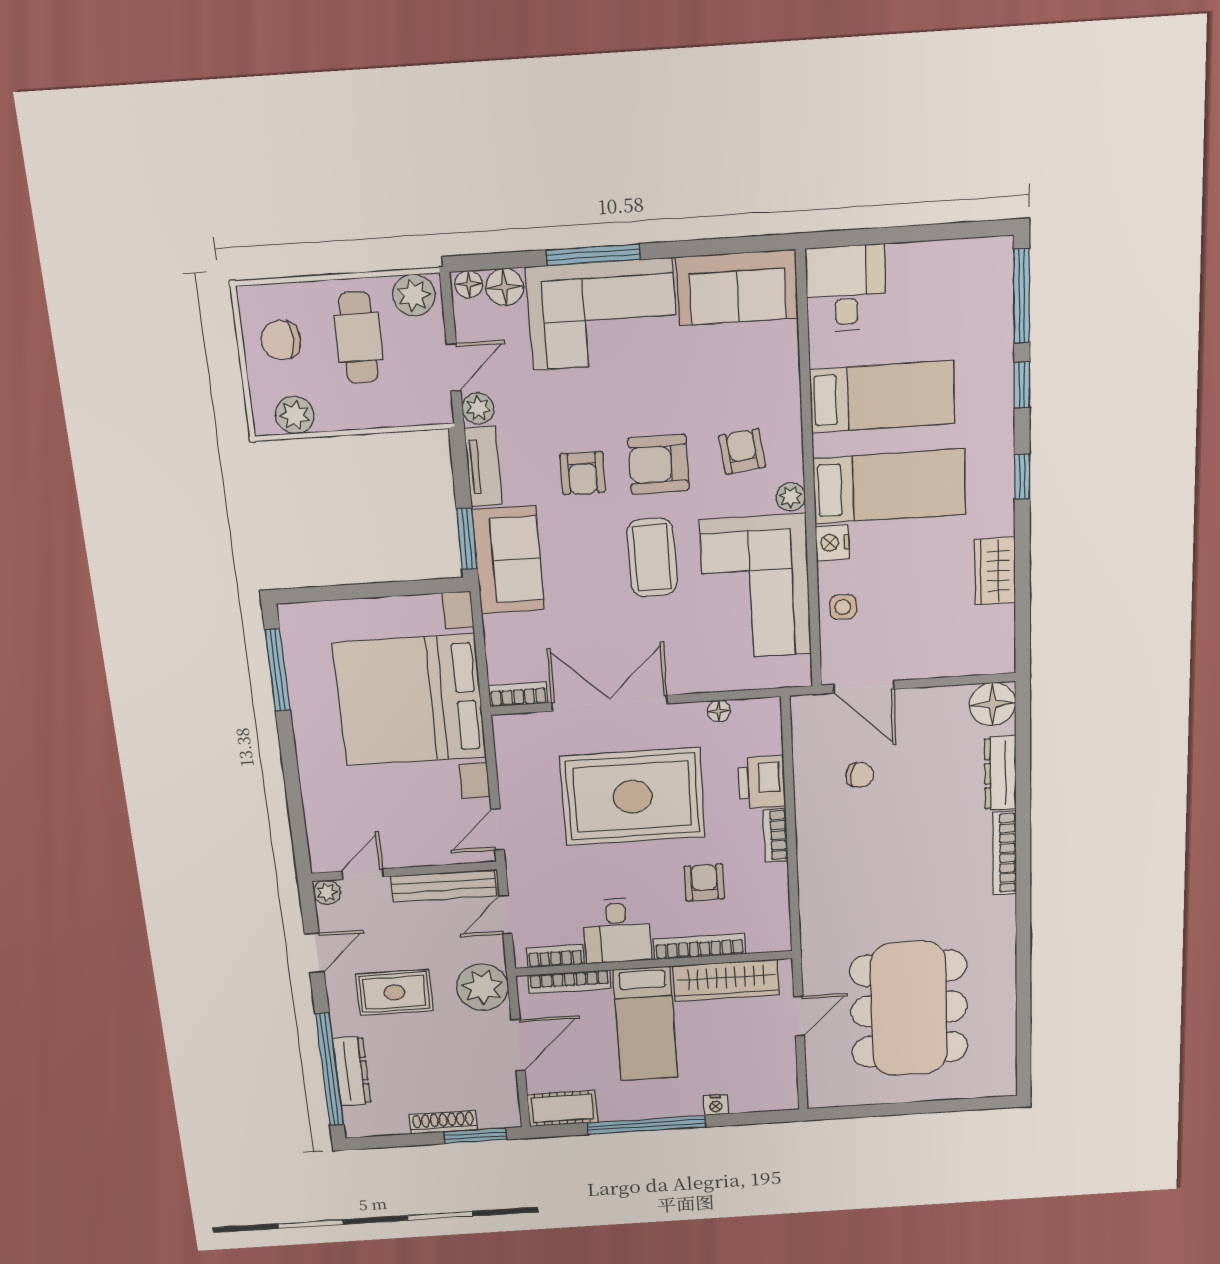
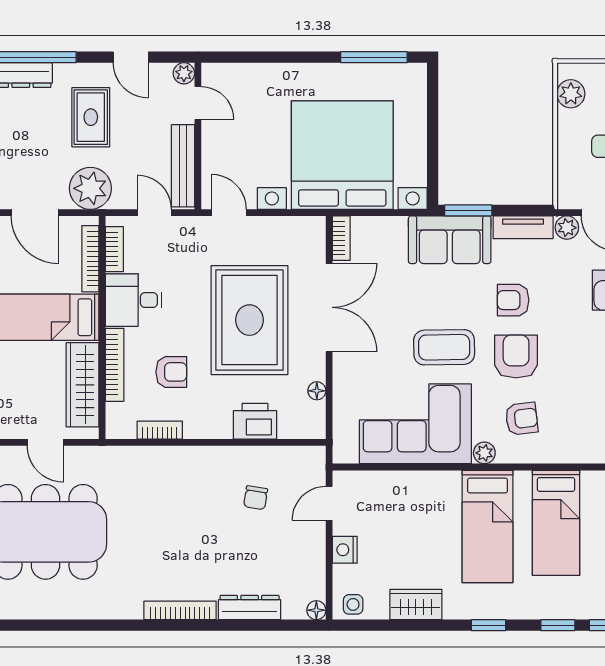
nightstand: (832, 543) -> (345, 550), moved, turned -90
side table: (843, 607) -> (353, 604), moved
door: (864, 687) -> (329, 503), width x0.73
floor lamp: (992, 704) -> (316, 610), width x0.53, depth x0.53
bookcase: (776, 835) -> (160, 430), moved

